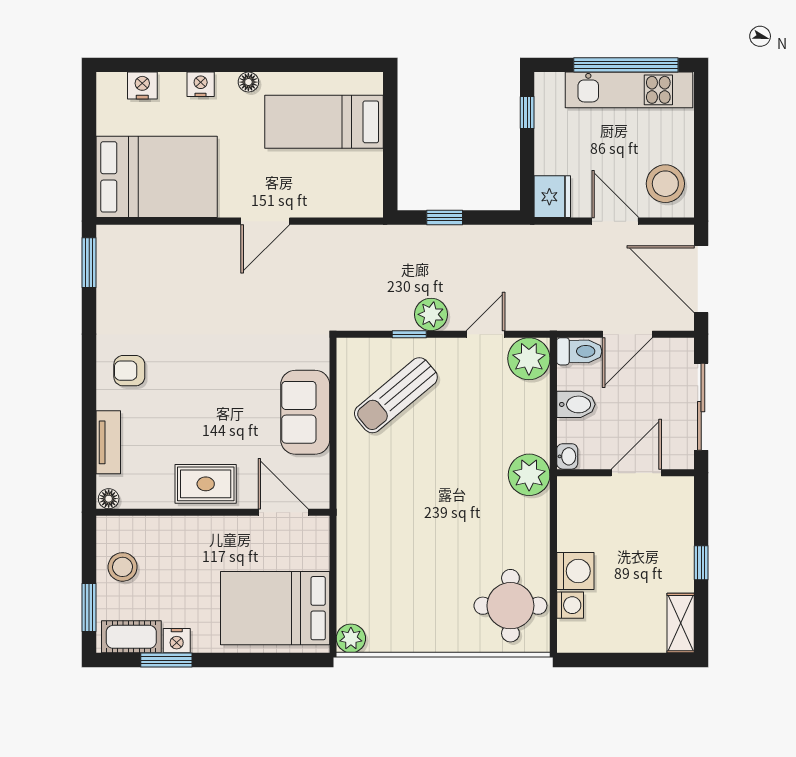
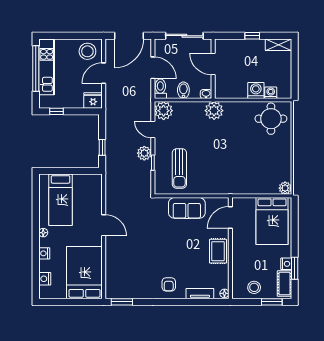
sun lounger: (396, 395) -> (179, 168), turned 40

